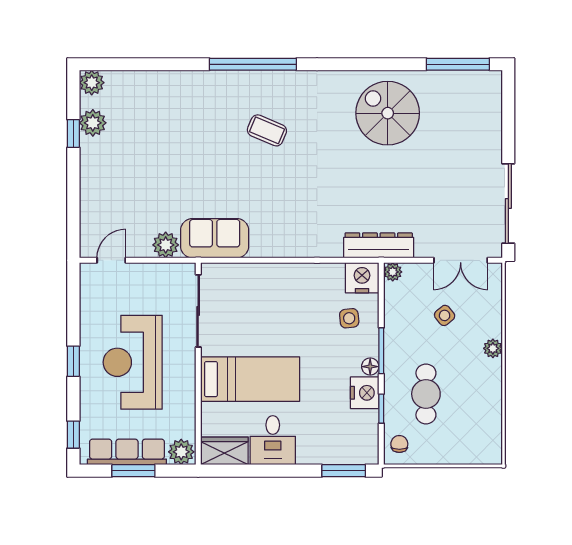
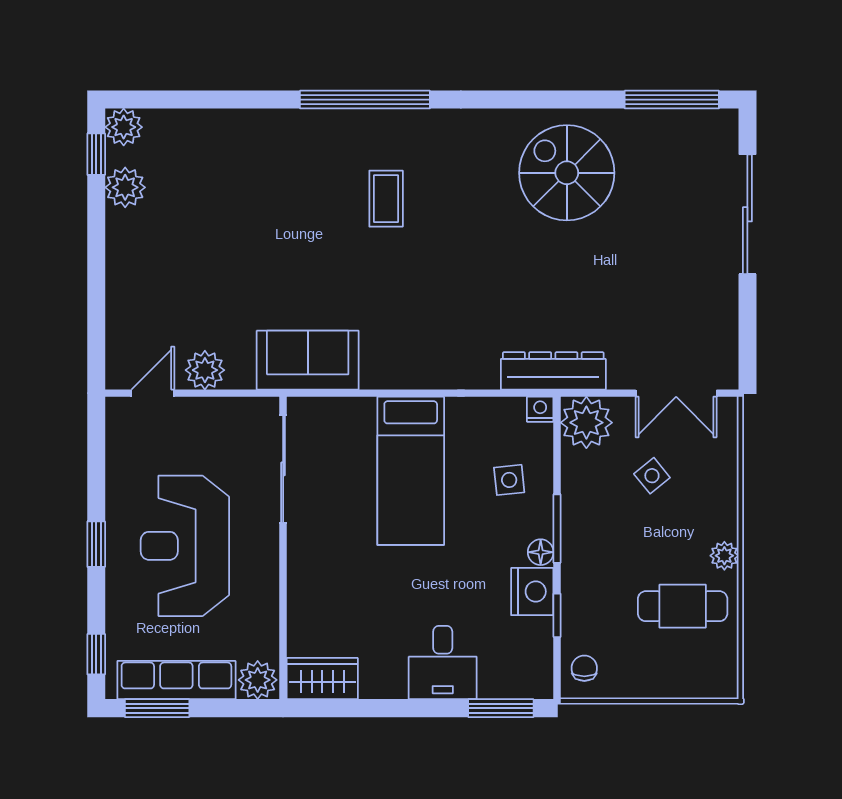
coffee table: (267, 130) -> (386, 199), turned 67
window: (73, 133) -> (96, 154), moved
sliding door: (508, 203) -> (747, 214), moved
plant: (166, 245) -> (205, 370), moved
plant: (393, 272) -> (586, 423), width x1.87, depth x1.87
nightstand: (362, 278) -> (540, 409), width x0.53, depth x0.56
plant: (493, 348) -> (724, 556), moved
bed: (250, 379) -> (411, 471), moved, turned 90
cafe table: (426, 394) -> (683, 606), moved, turned 90
desk: (273, 440) -> (443, 663), moved
window: (133, 471) -> (157, 708), moved

